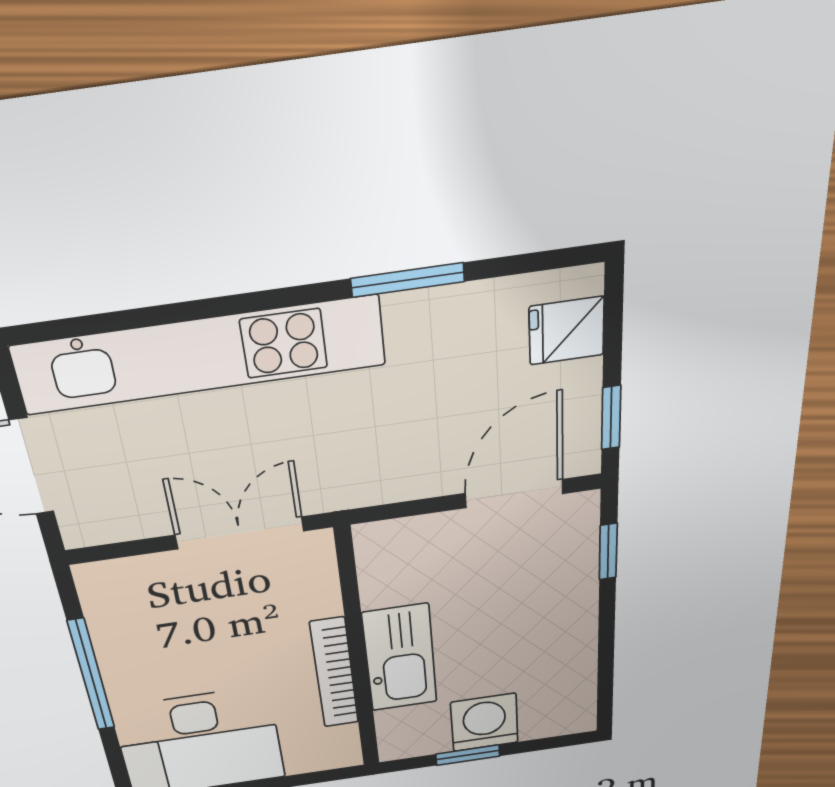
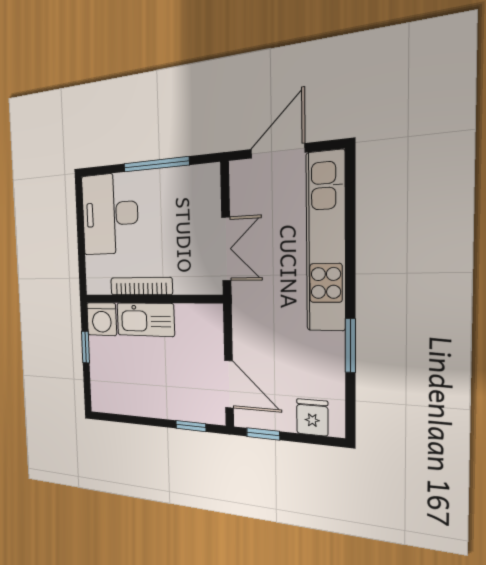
washing machine: (484, 722) -> (102, 319), moved, turned 90

